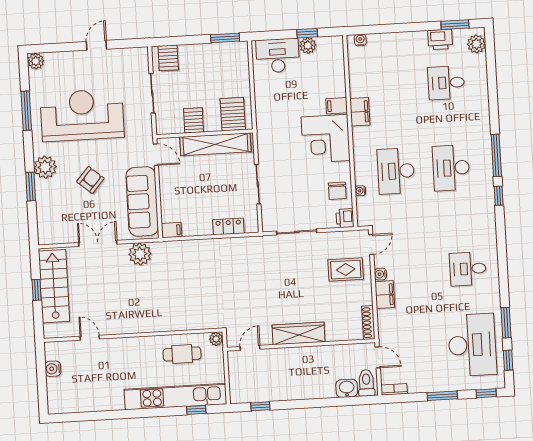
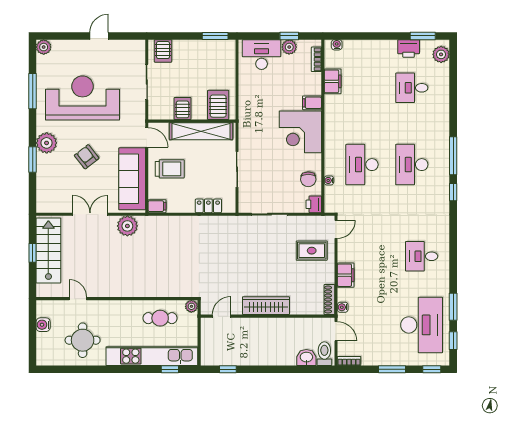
bookcase: (339, 57) -> (316, 59), added
filing cabinet: (360, 112) -> (333, 81), moved
armchair: (90, 180) -> (87, 157), turned -79
trolley: (183, 188) -> (170, 169), added
water cooler: (380, 274) -> (343, 307), moved
round table: (98, 383) -> (83, 340), added

